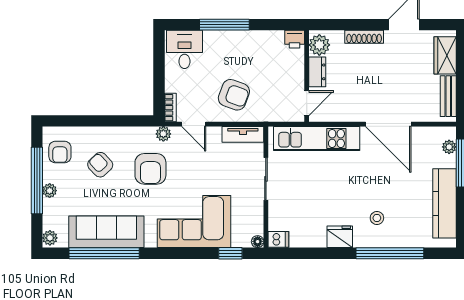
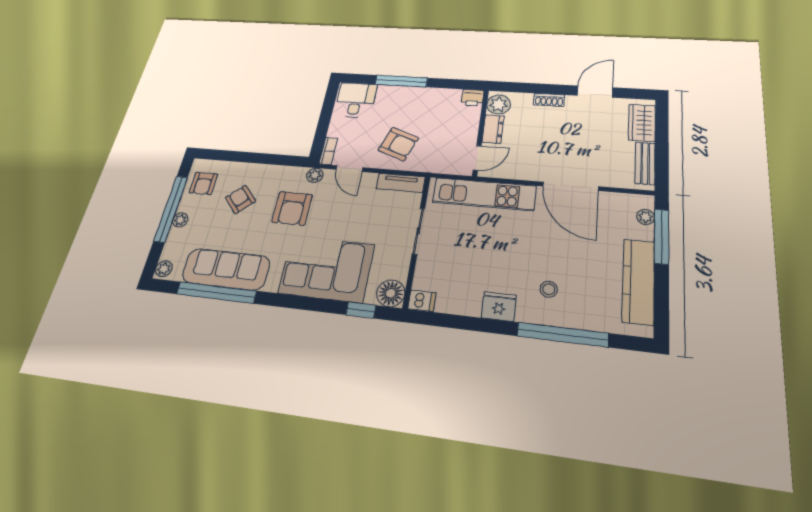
shoe rack: (364, 37) -> (549, 100), width x0.70
floor lamp: (258, 242) -> (391, 293), width x1.89, depth x1.89

